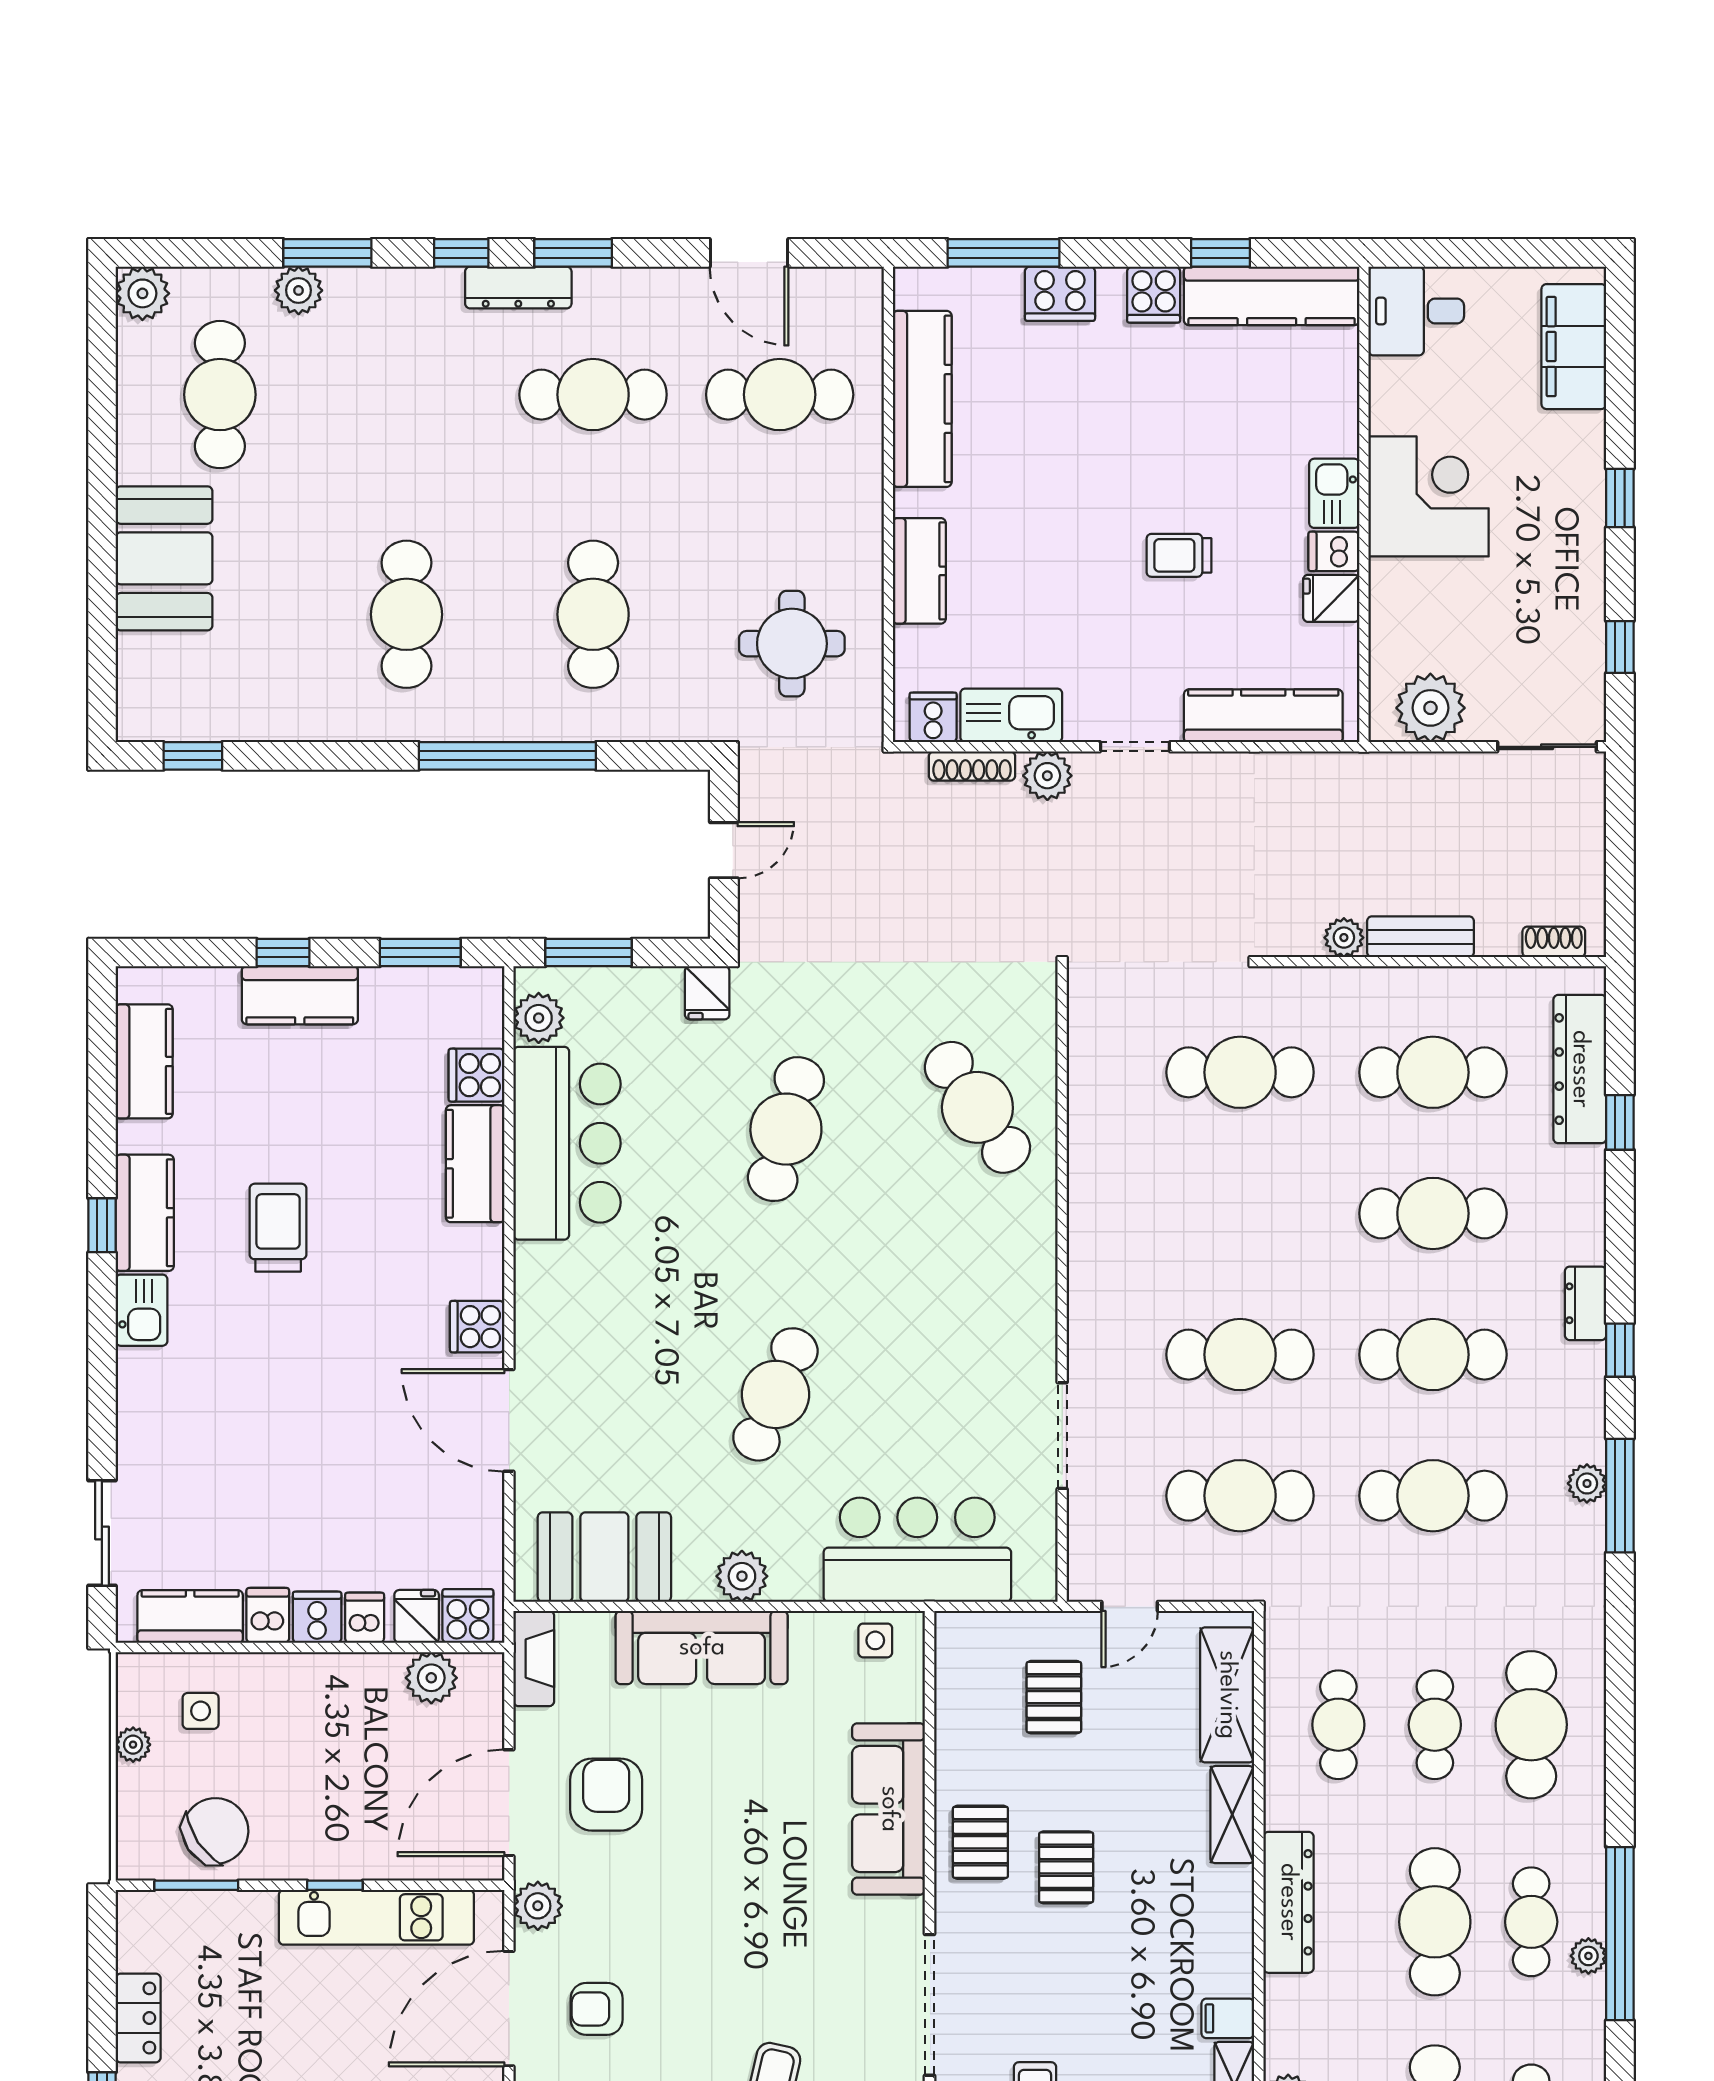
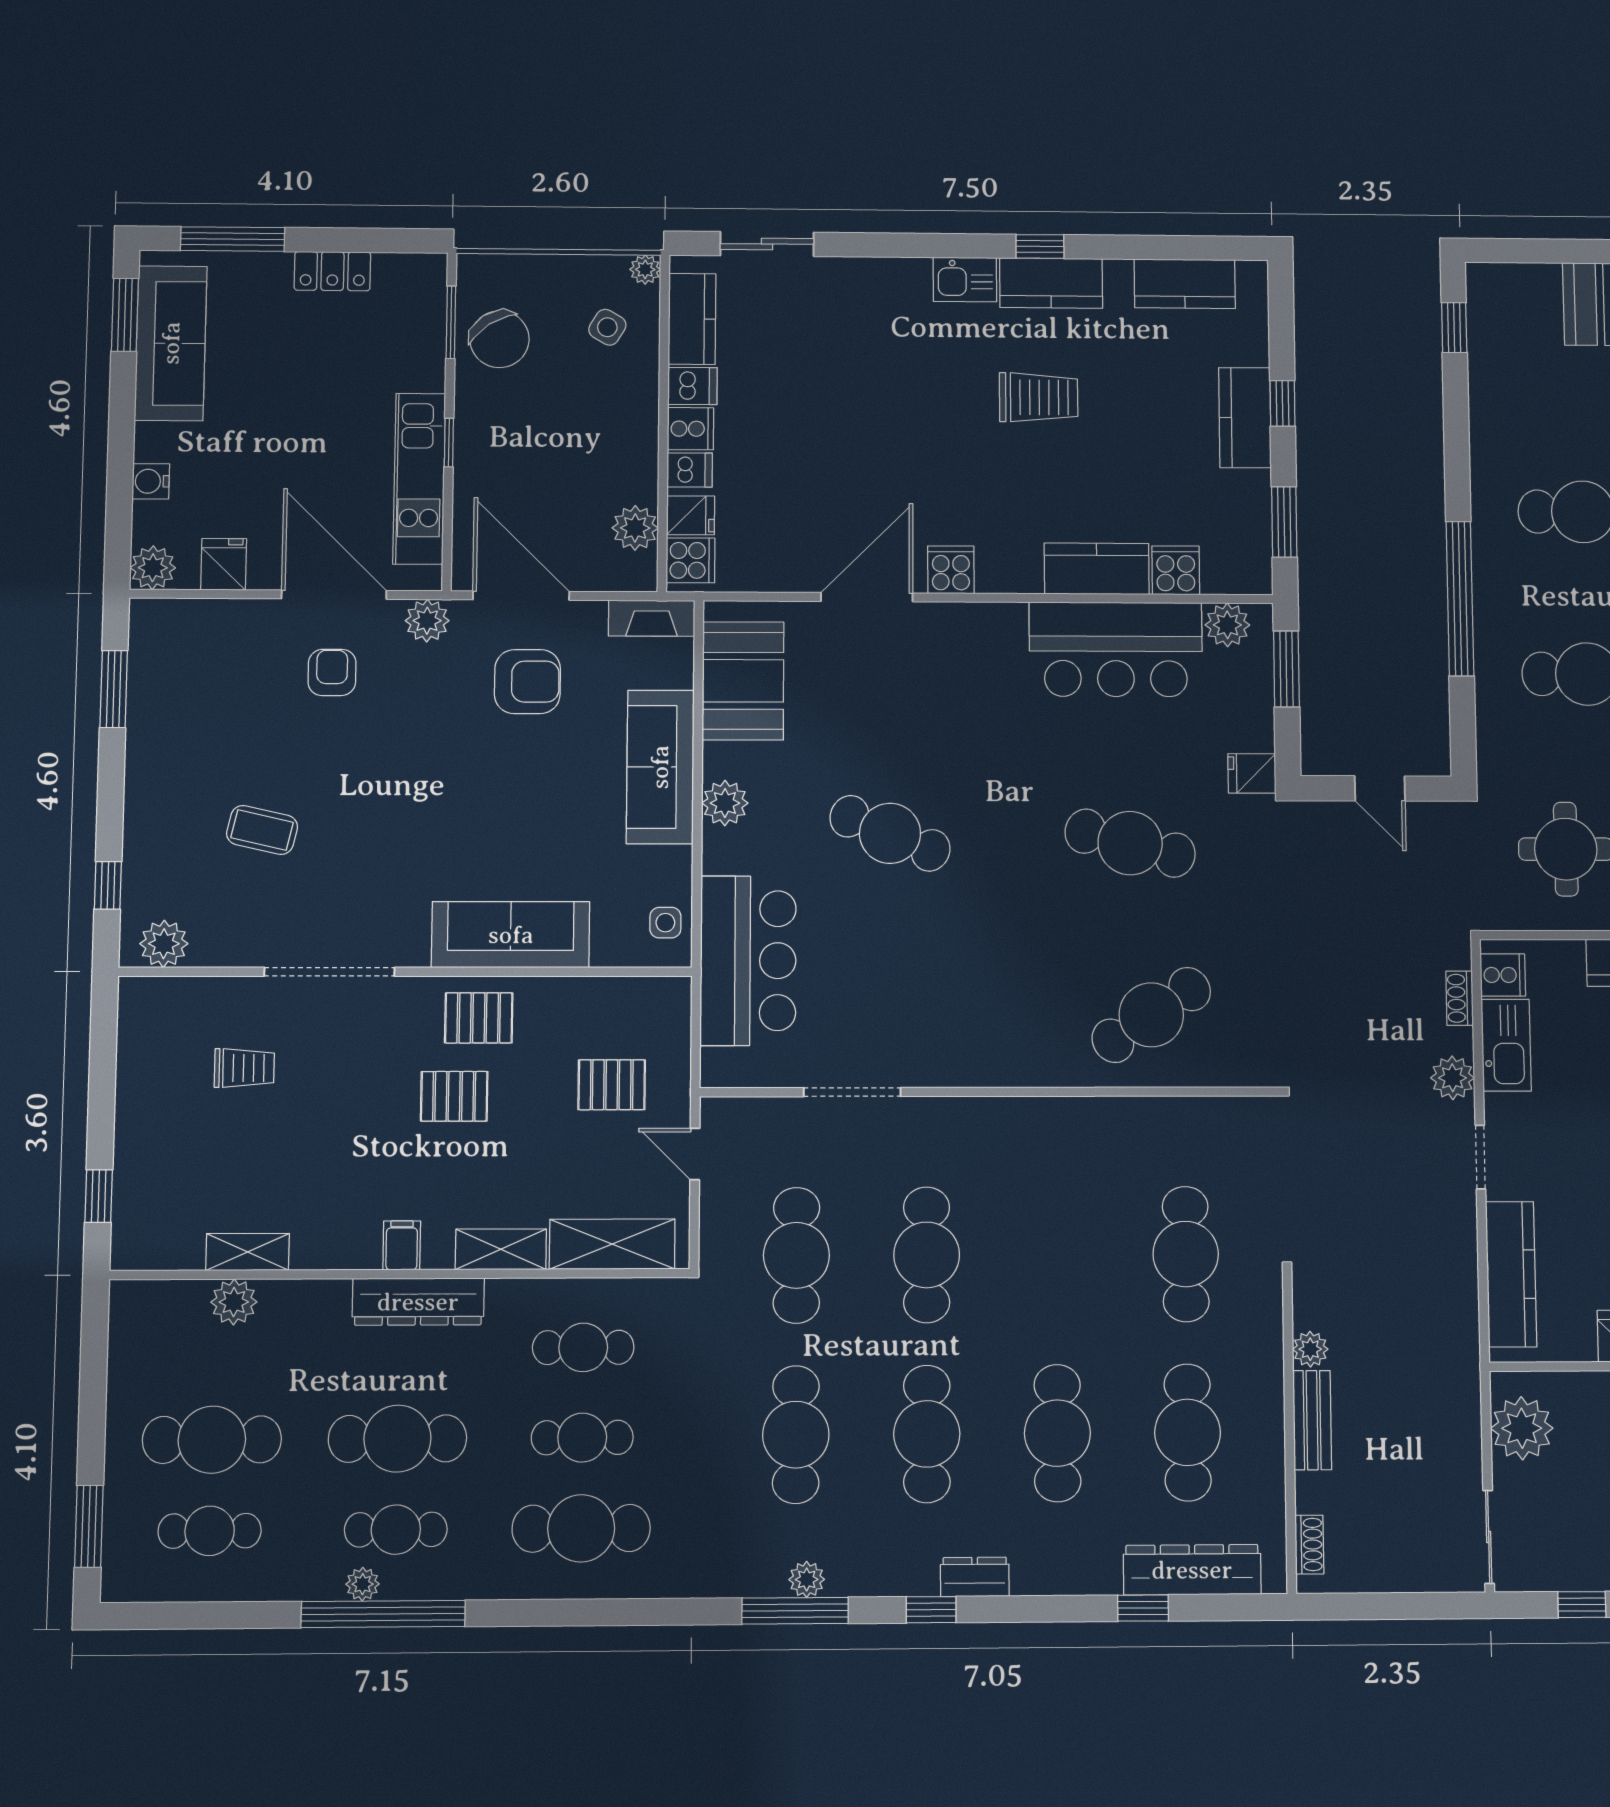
shoe rack: (972, 766) -> (1460, 998), width x0.70
side table: (201, 1711) -> (607, 327), turned 30
plant: (133, 1745) -> (645, 269), moved
filing cabinet: (1228, 2018) -> (402, 1245), moved

